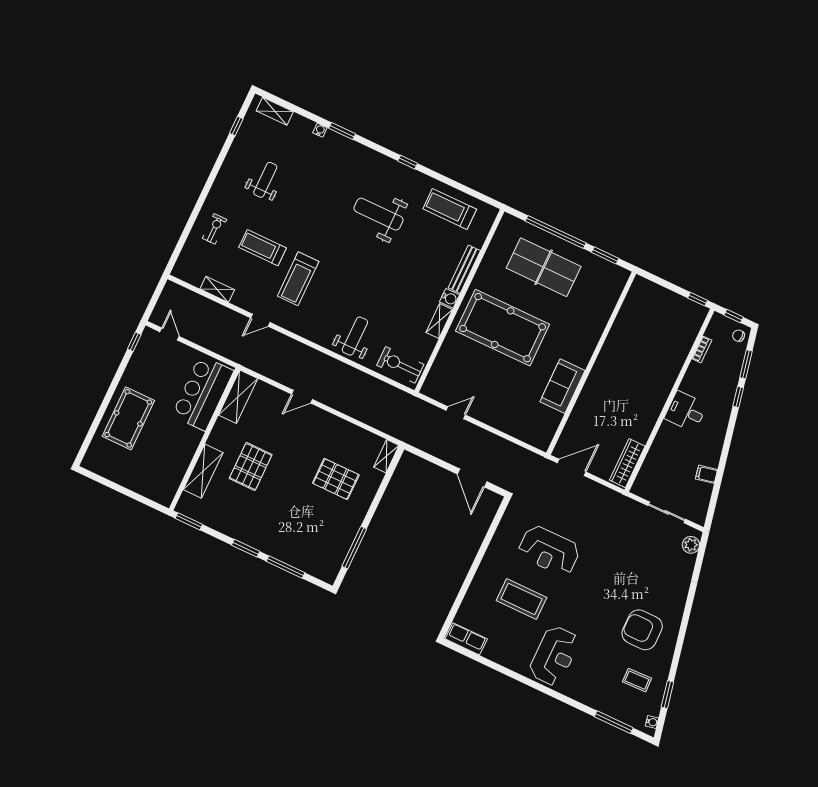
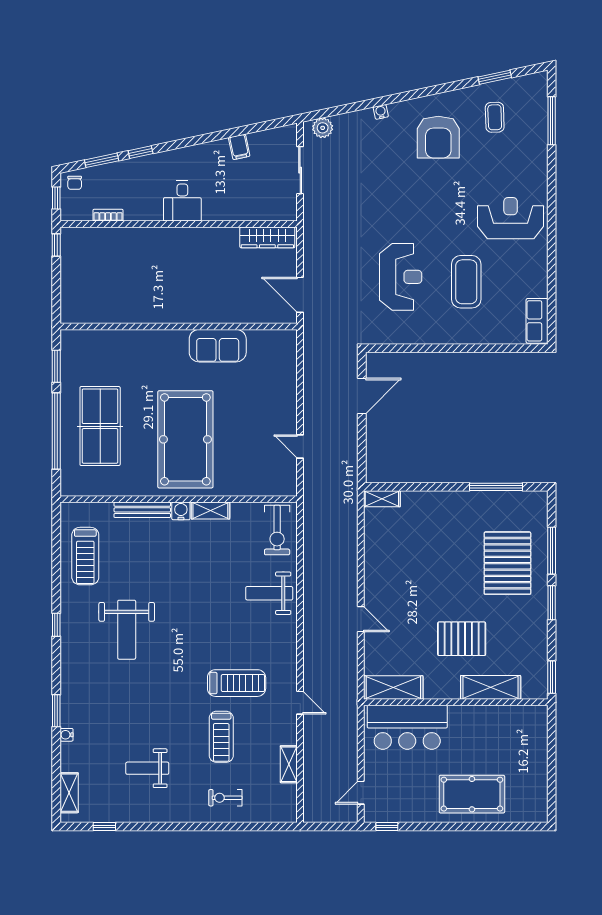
pallet: (336, 479) -> (507, 563), moved, width x1.37, depth x1.41
water cooler: (652, 722) -> (381, 112), moved

